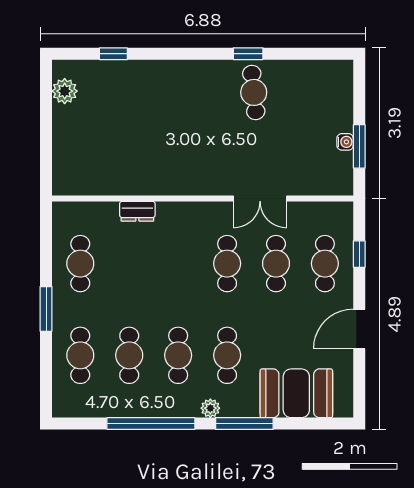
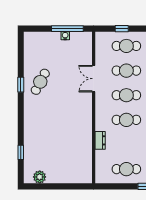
cafe table: (254, 92) -> (40, 82), turned -56
window: (359, 146) -> (67, 29), width x1.44
double door: (260, 198) -> (94, 79), swing flipped
cafe table: (178, 264) -> (126, 120), added

